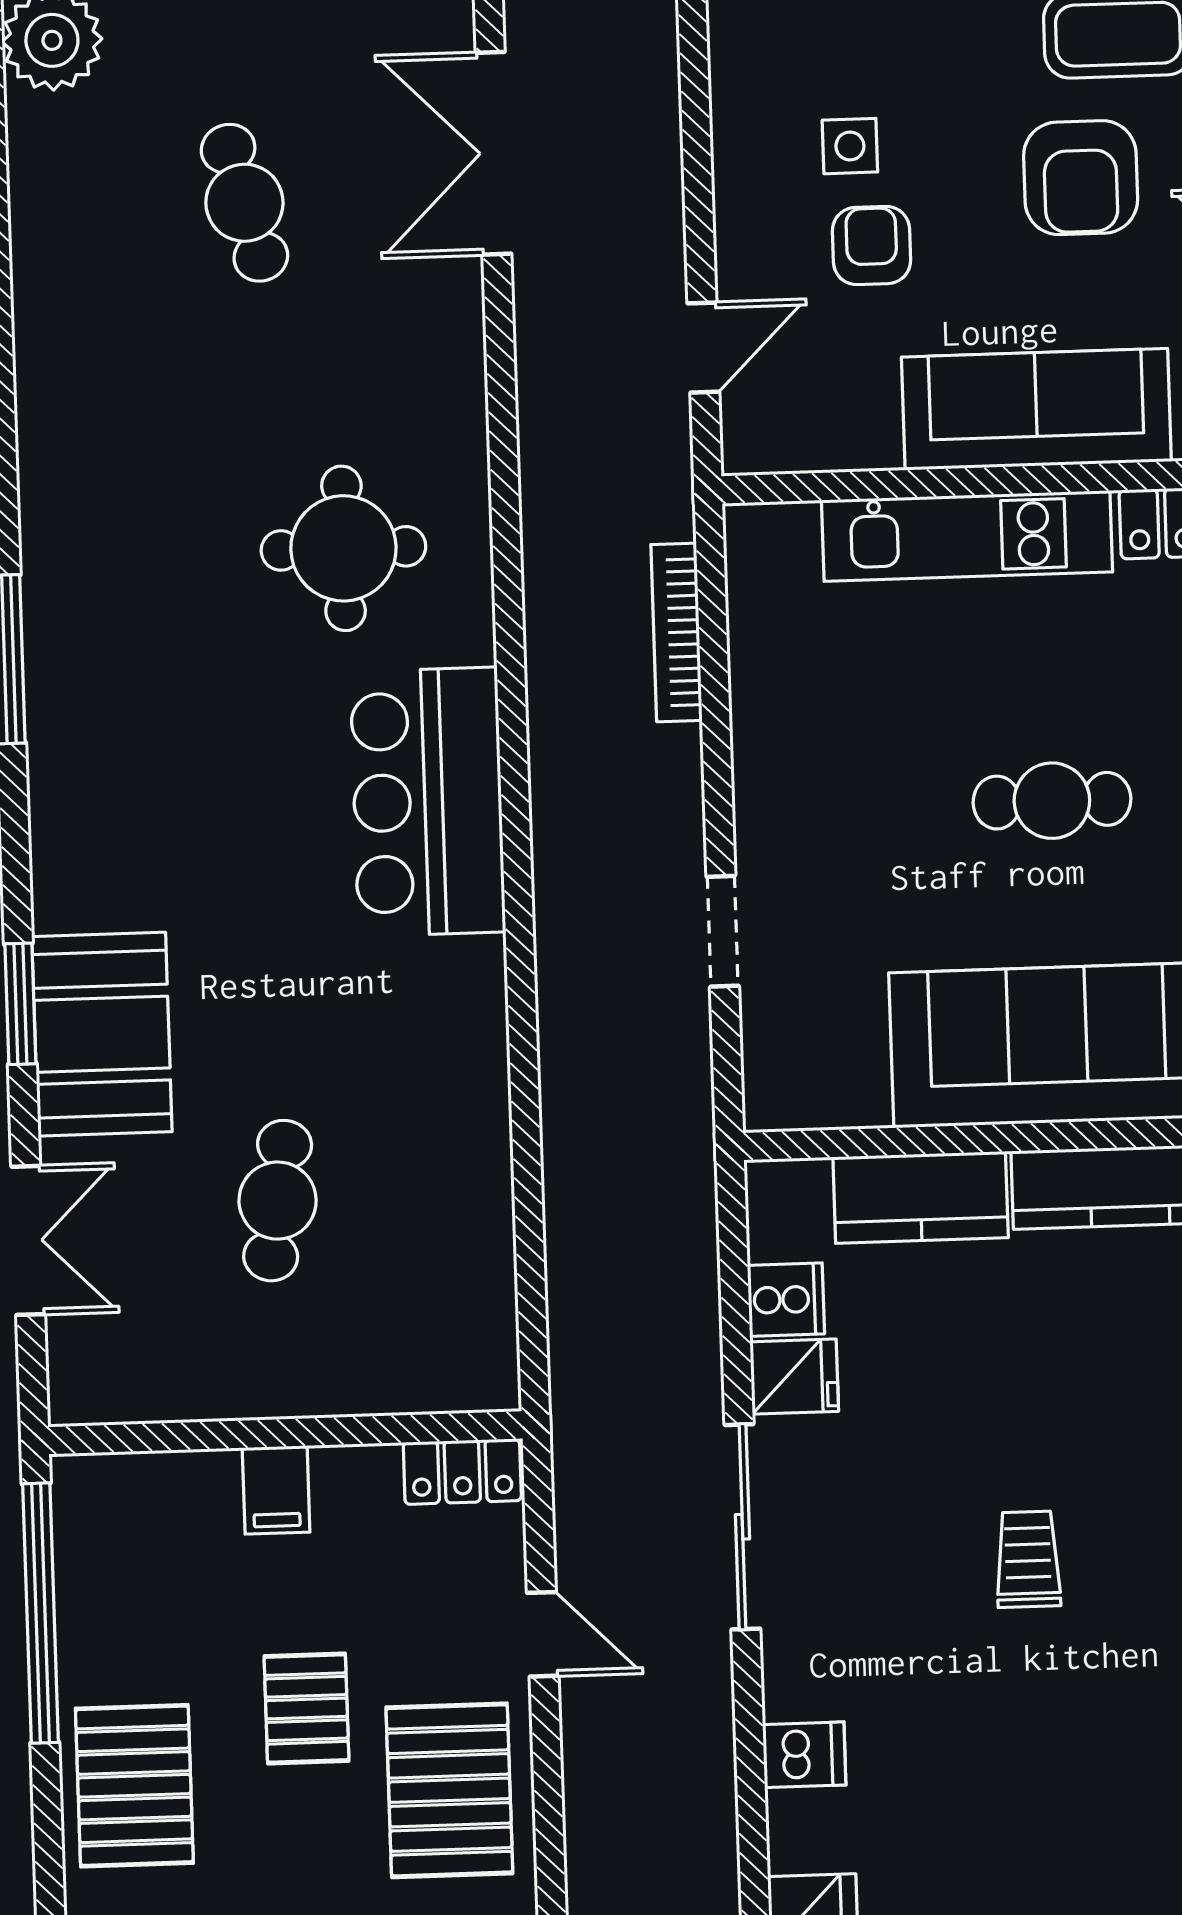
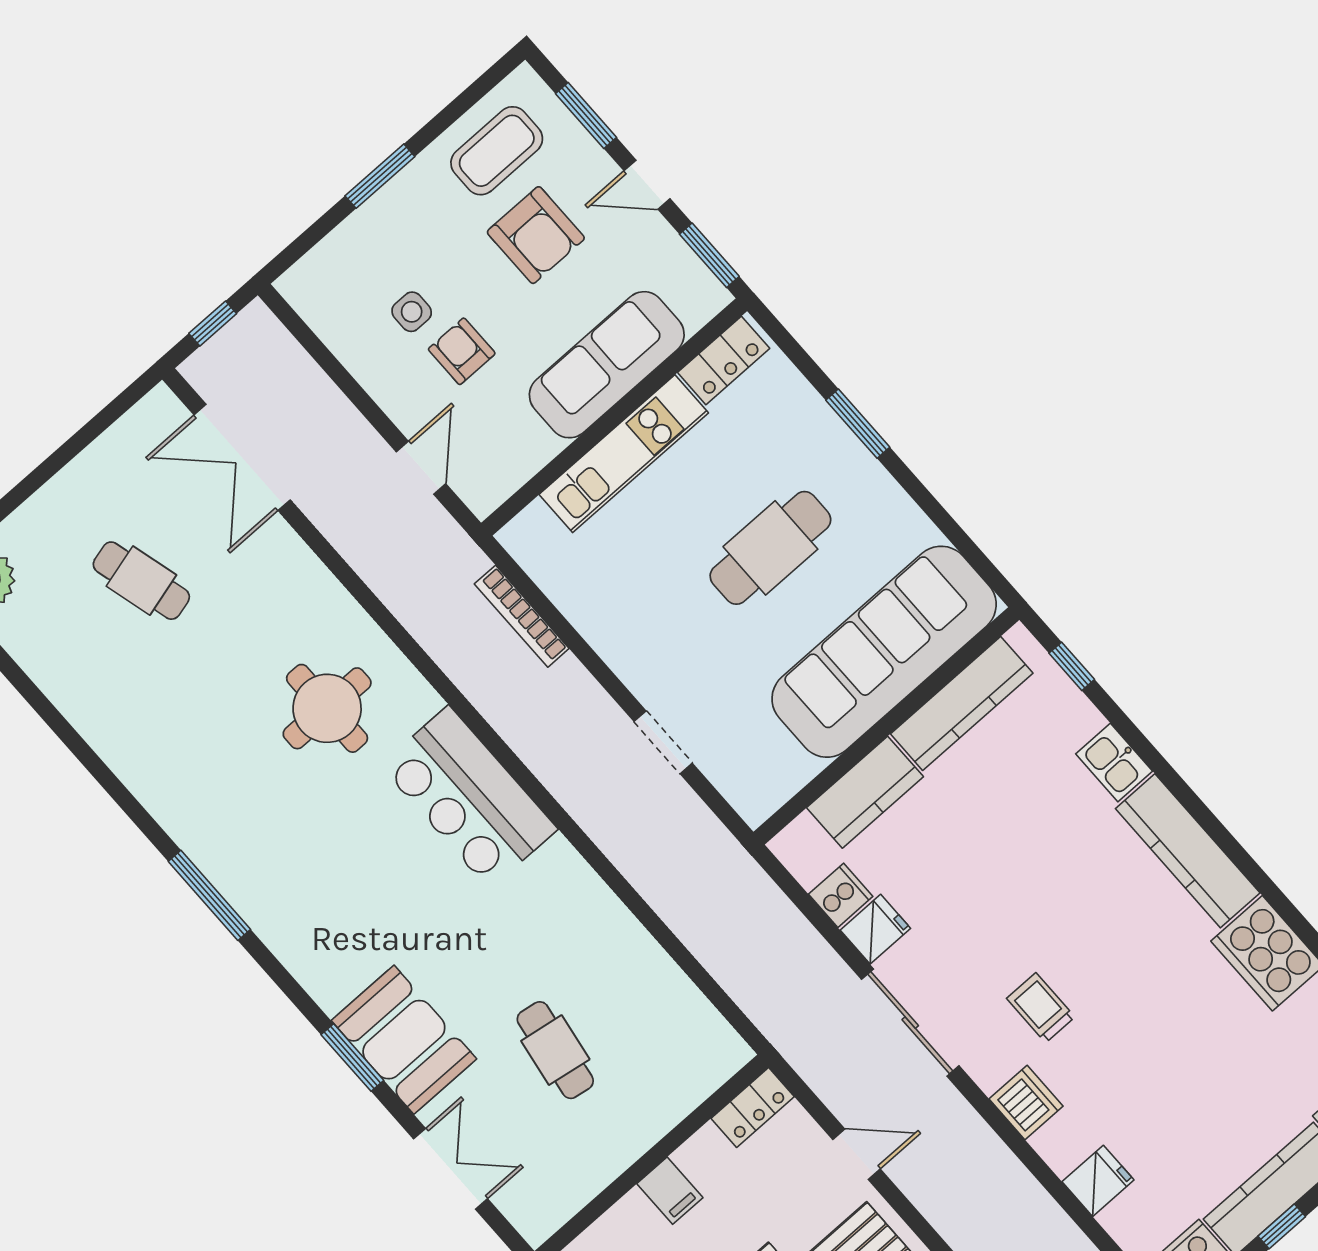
cafe table: (1052, 801) -> (770, 548), width x1.37, depth x1.35
trolley: (1028, 1559) -> (1041, 1008), moved
dishwasher: (804, 1755) -> (1026, 1103), width x1.38

